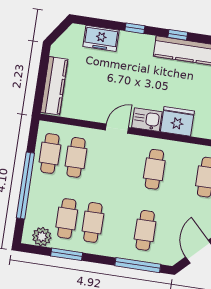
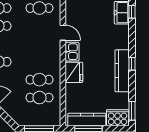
window: (135, 28) -> (132, 12), moved
cafe table: (154, 169) -> (39, 80), moved

